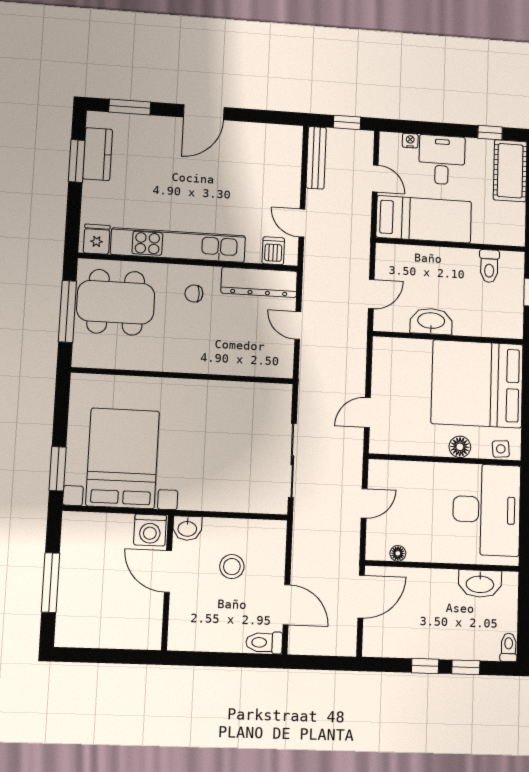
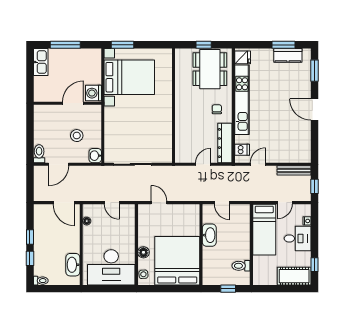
window: (67, 311) -> (204, 45), width x0.46
washbasin: (187, 528) -> (95, 156), moved
kitchen sink: (82, 633) -> (41, 62), added

